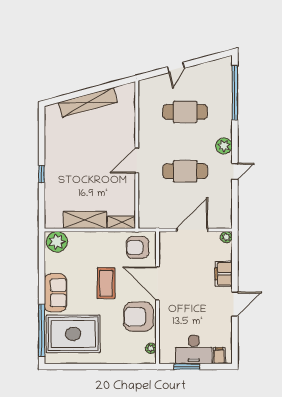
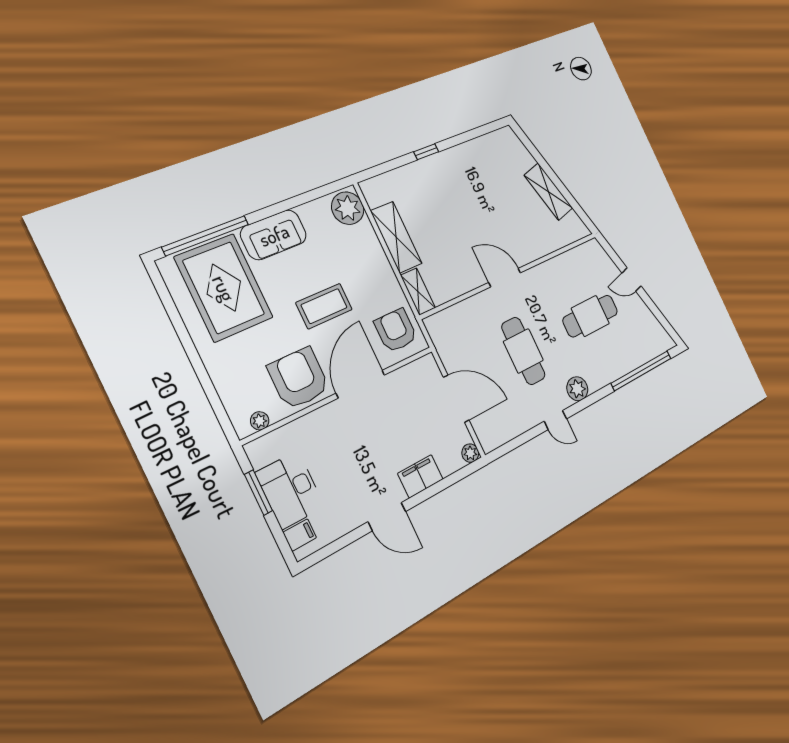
shelving: (88, 102) -> (548, 192), width x0.68
cafe table: (185, 112) -> (590, 316), turned 90

